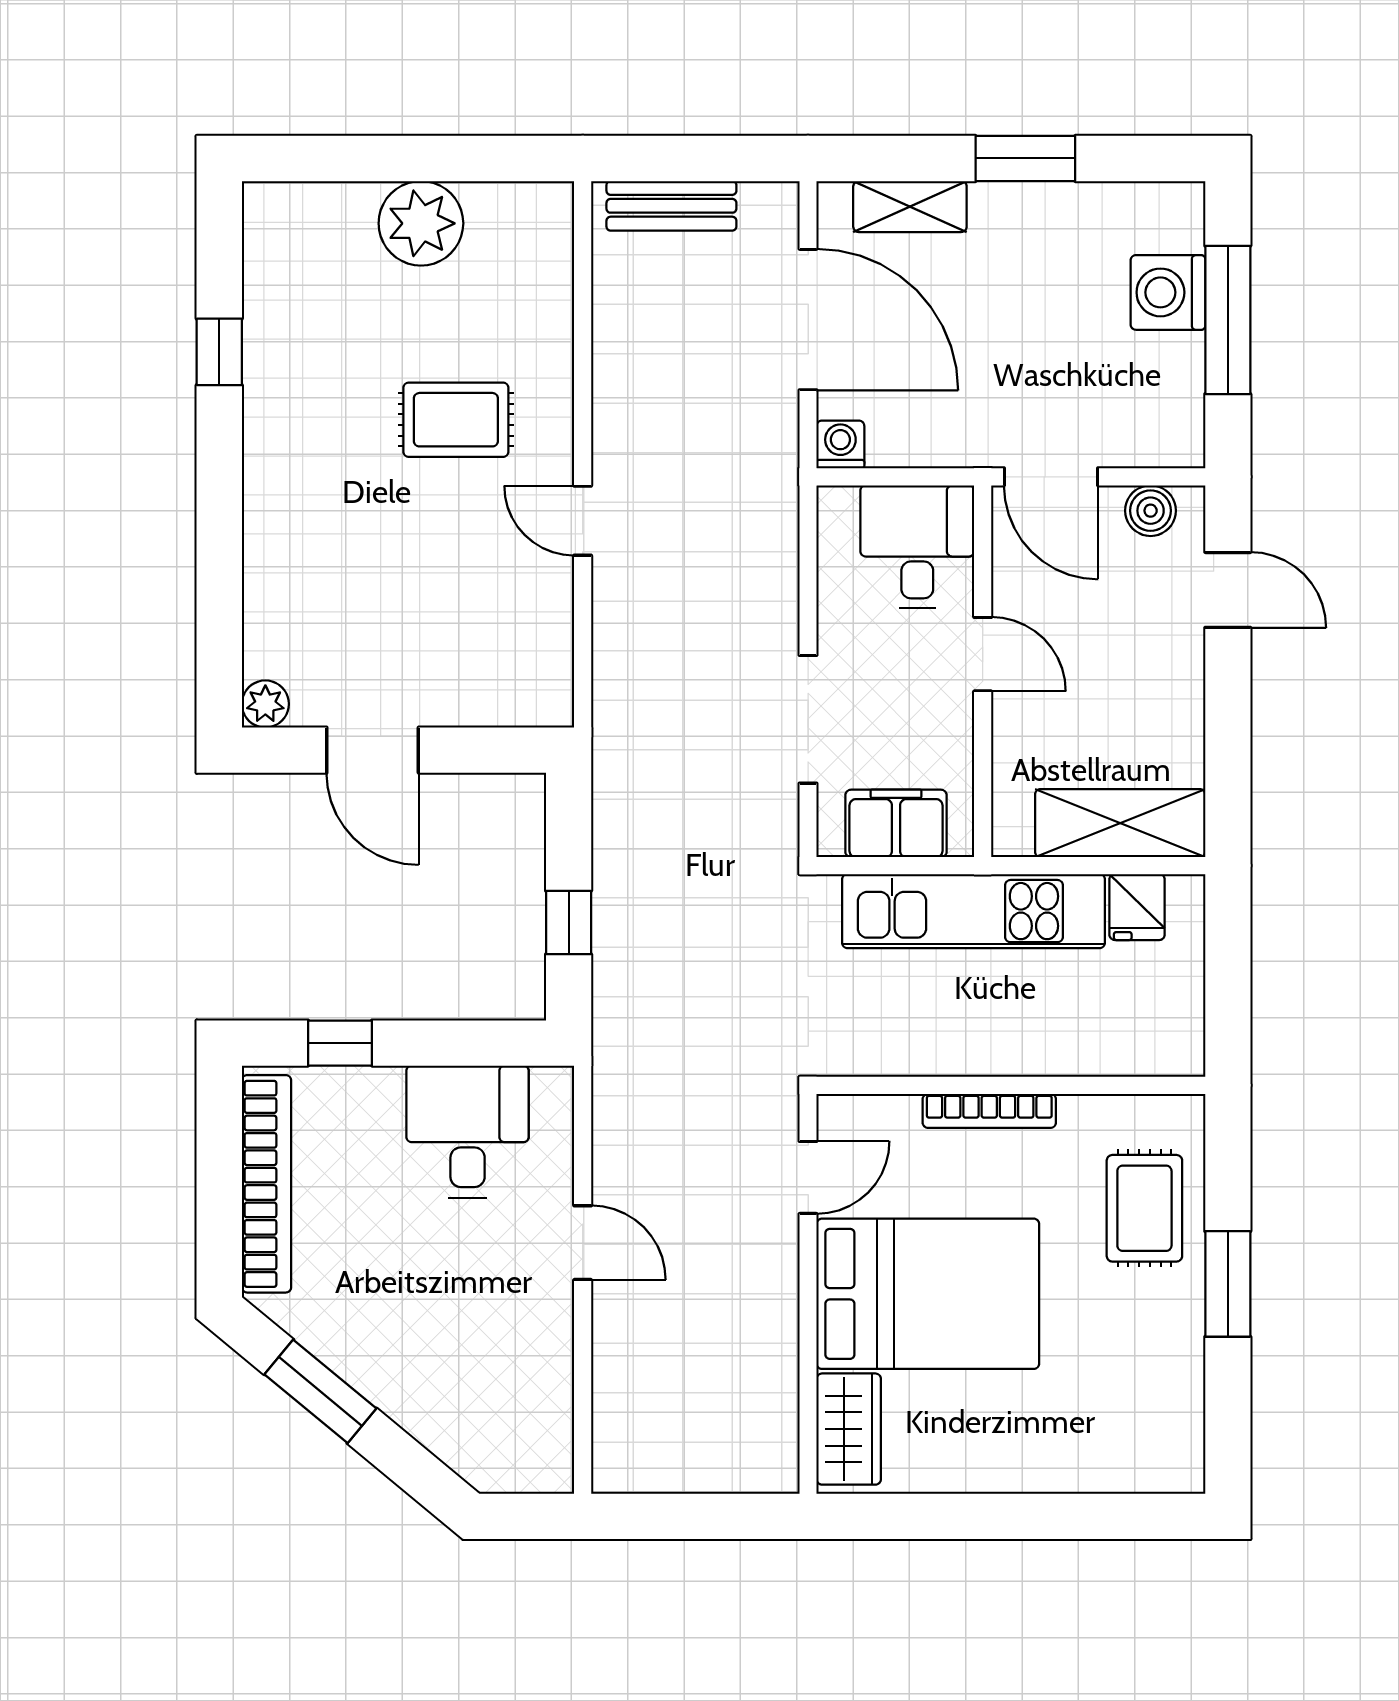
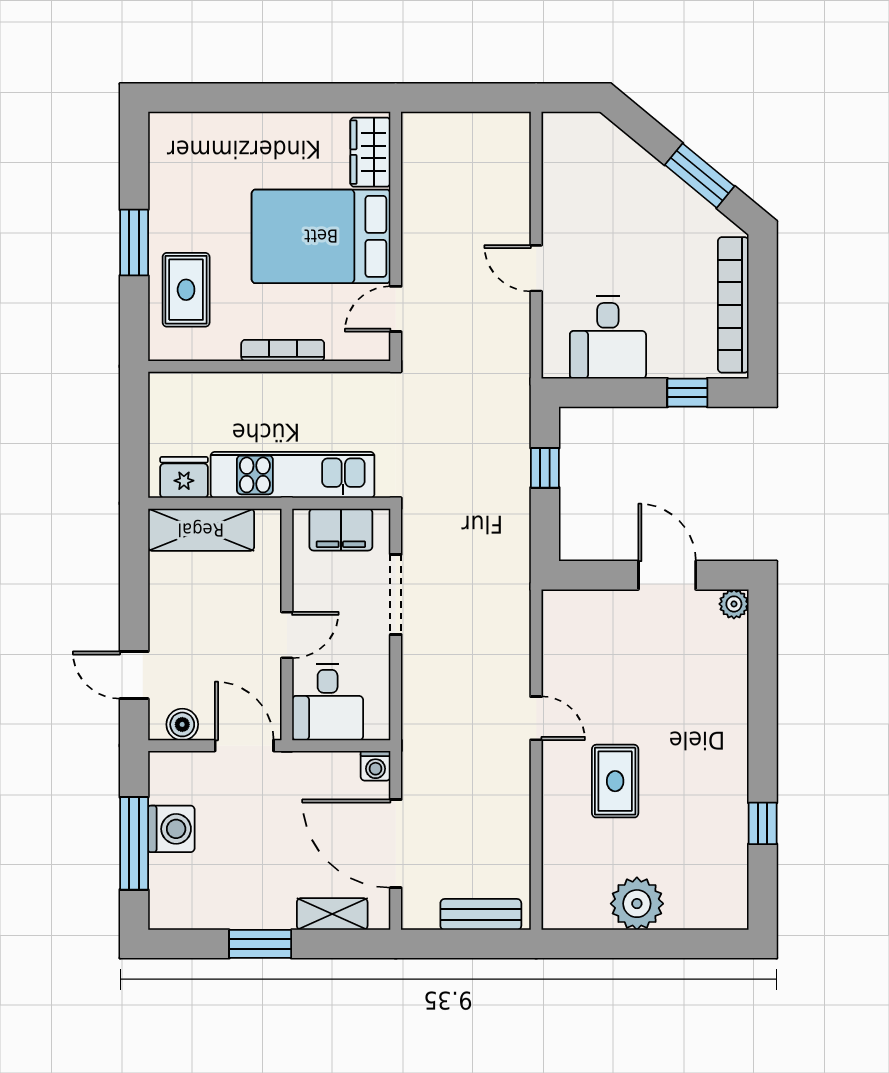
washing machine: (1168, 292) -> (171, 829), moved
rug: (456, 420) -> (615, 781), turned 90
door: (983, 654) -> (287, 635), swing flipped
fridge: (1137, 907) -> (184, 477), width x1.38

